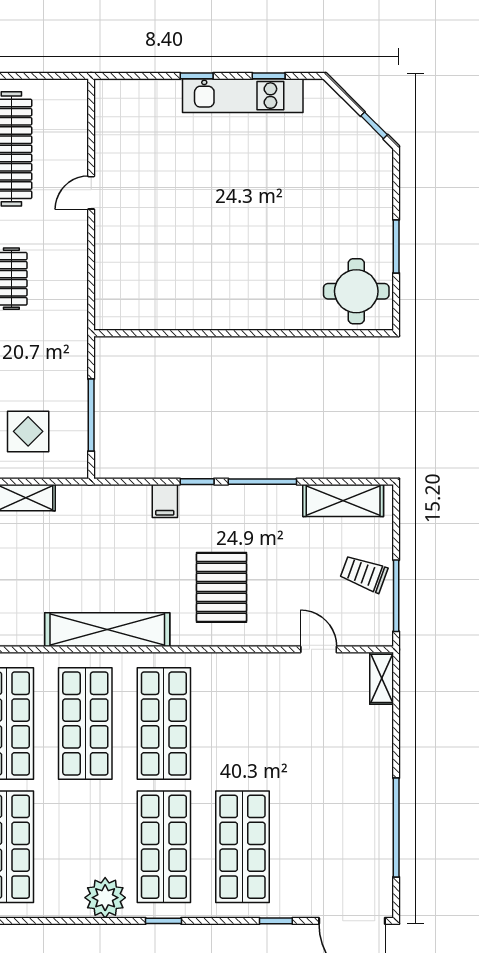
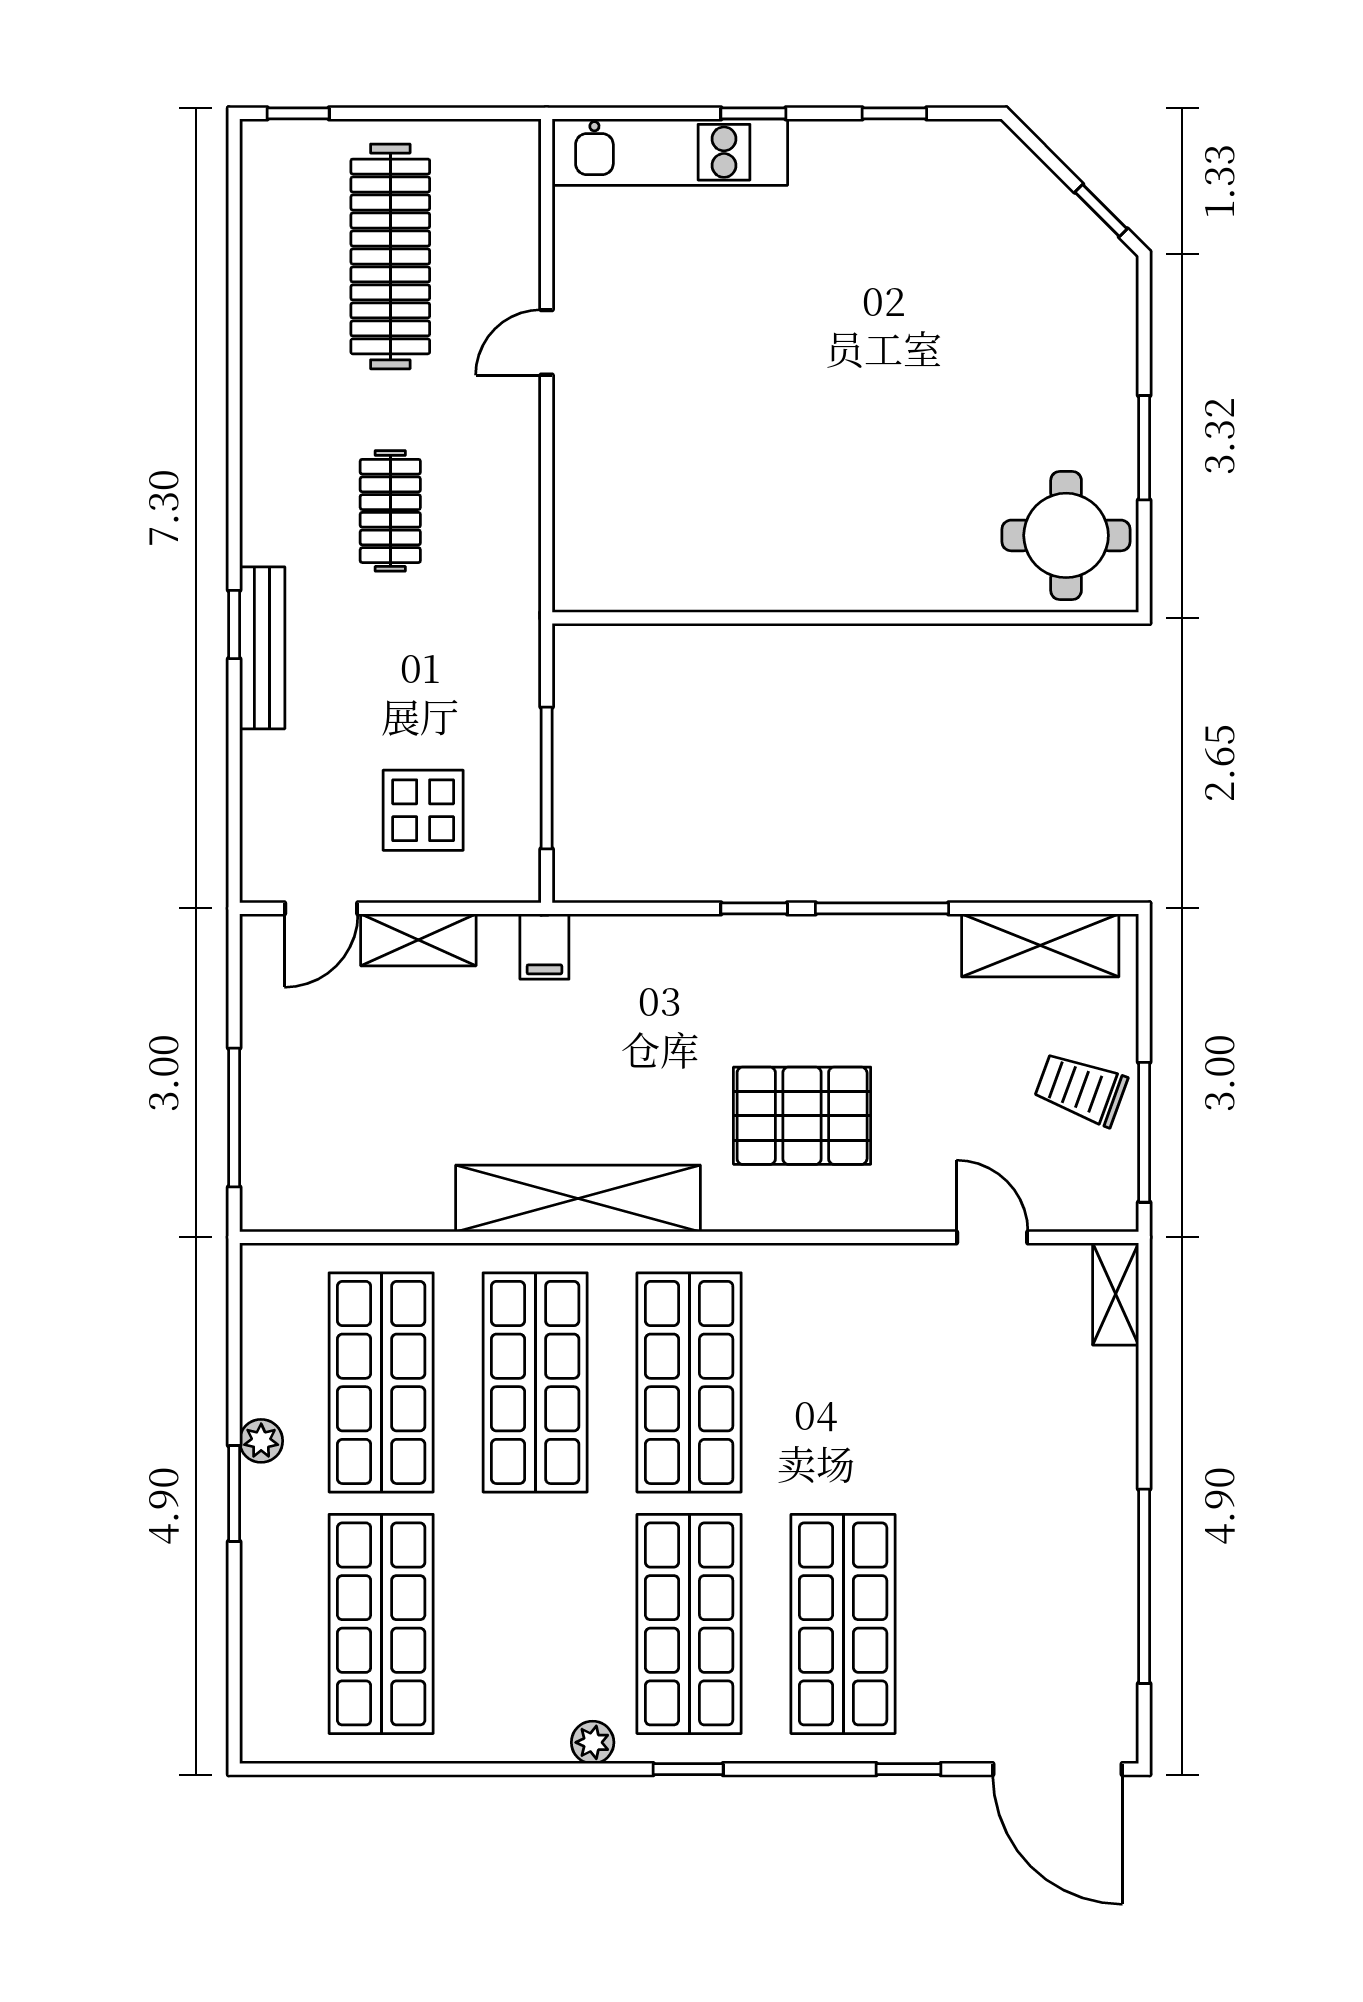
kitchen unit: (243, 96) -> (670, 152), moved
filing cabinet: (165, 501) -> (544, 947), moved
pallet: (222, 587) -> (802, 1116), turned 90
plant: (105, 898) -> (593, 1742), width x0.53, depth x0.53

